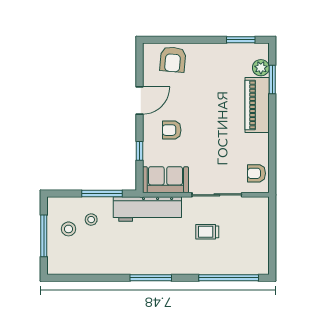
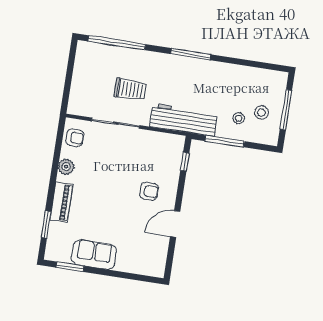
armchair: (173, 59) -> (138, 258), removed
plant: (261, 68) -> (66, 167), moved
piano: (257, 105) -> (61, 202), width x0.73, depth x0.75
window: (140, 151) -> (185, 162), moved
sofa: (165, 180) -> (94, 255), moved, turned 180
trolley: (207, 232) -> (130, 89), width x1.36, depth x1.39

